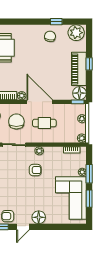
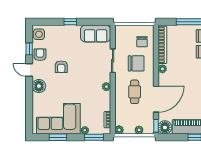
door: (40, 102) -> (156, 99), moved
armchair: (35, 170) -> (61, 67), moved
window: (89, 174) -> (94, 137), moved

